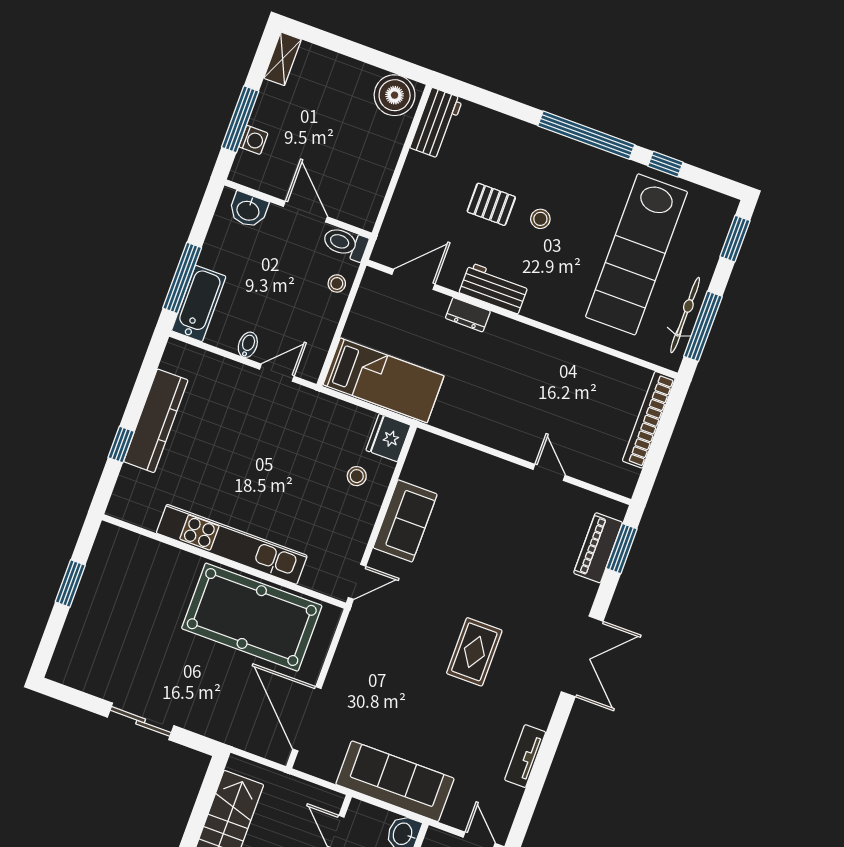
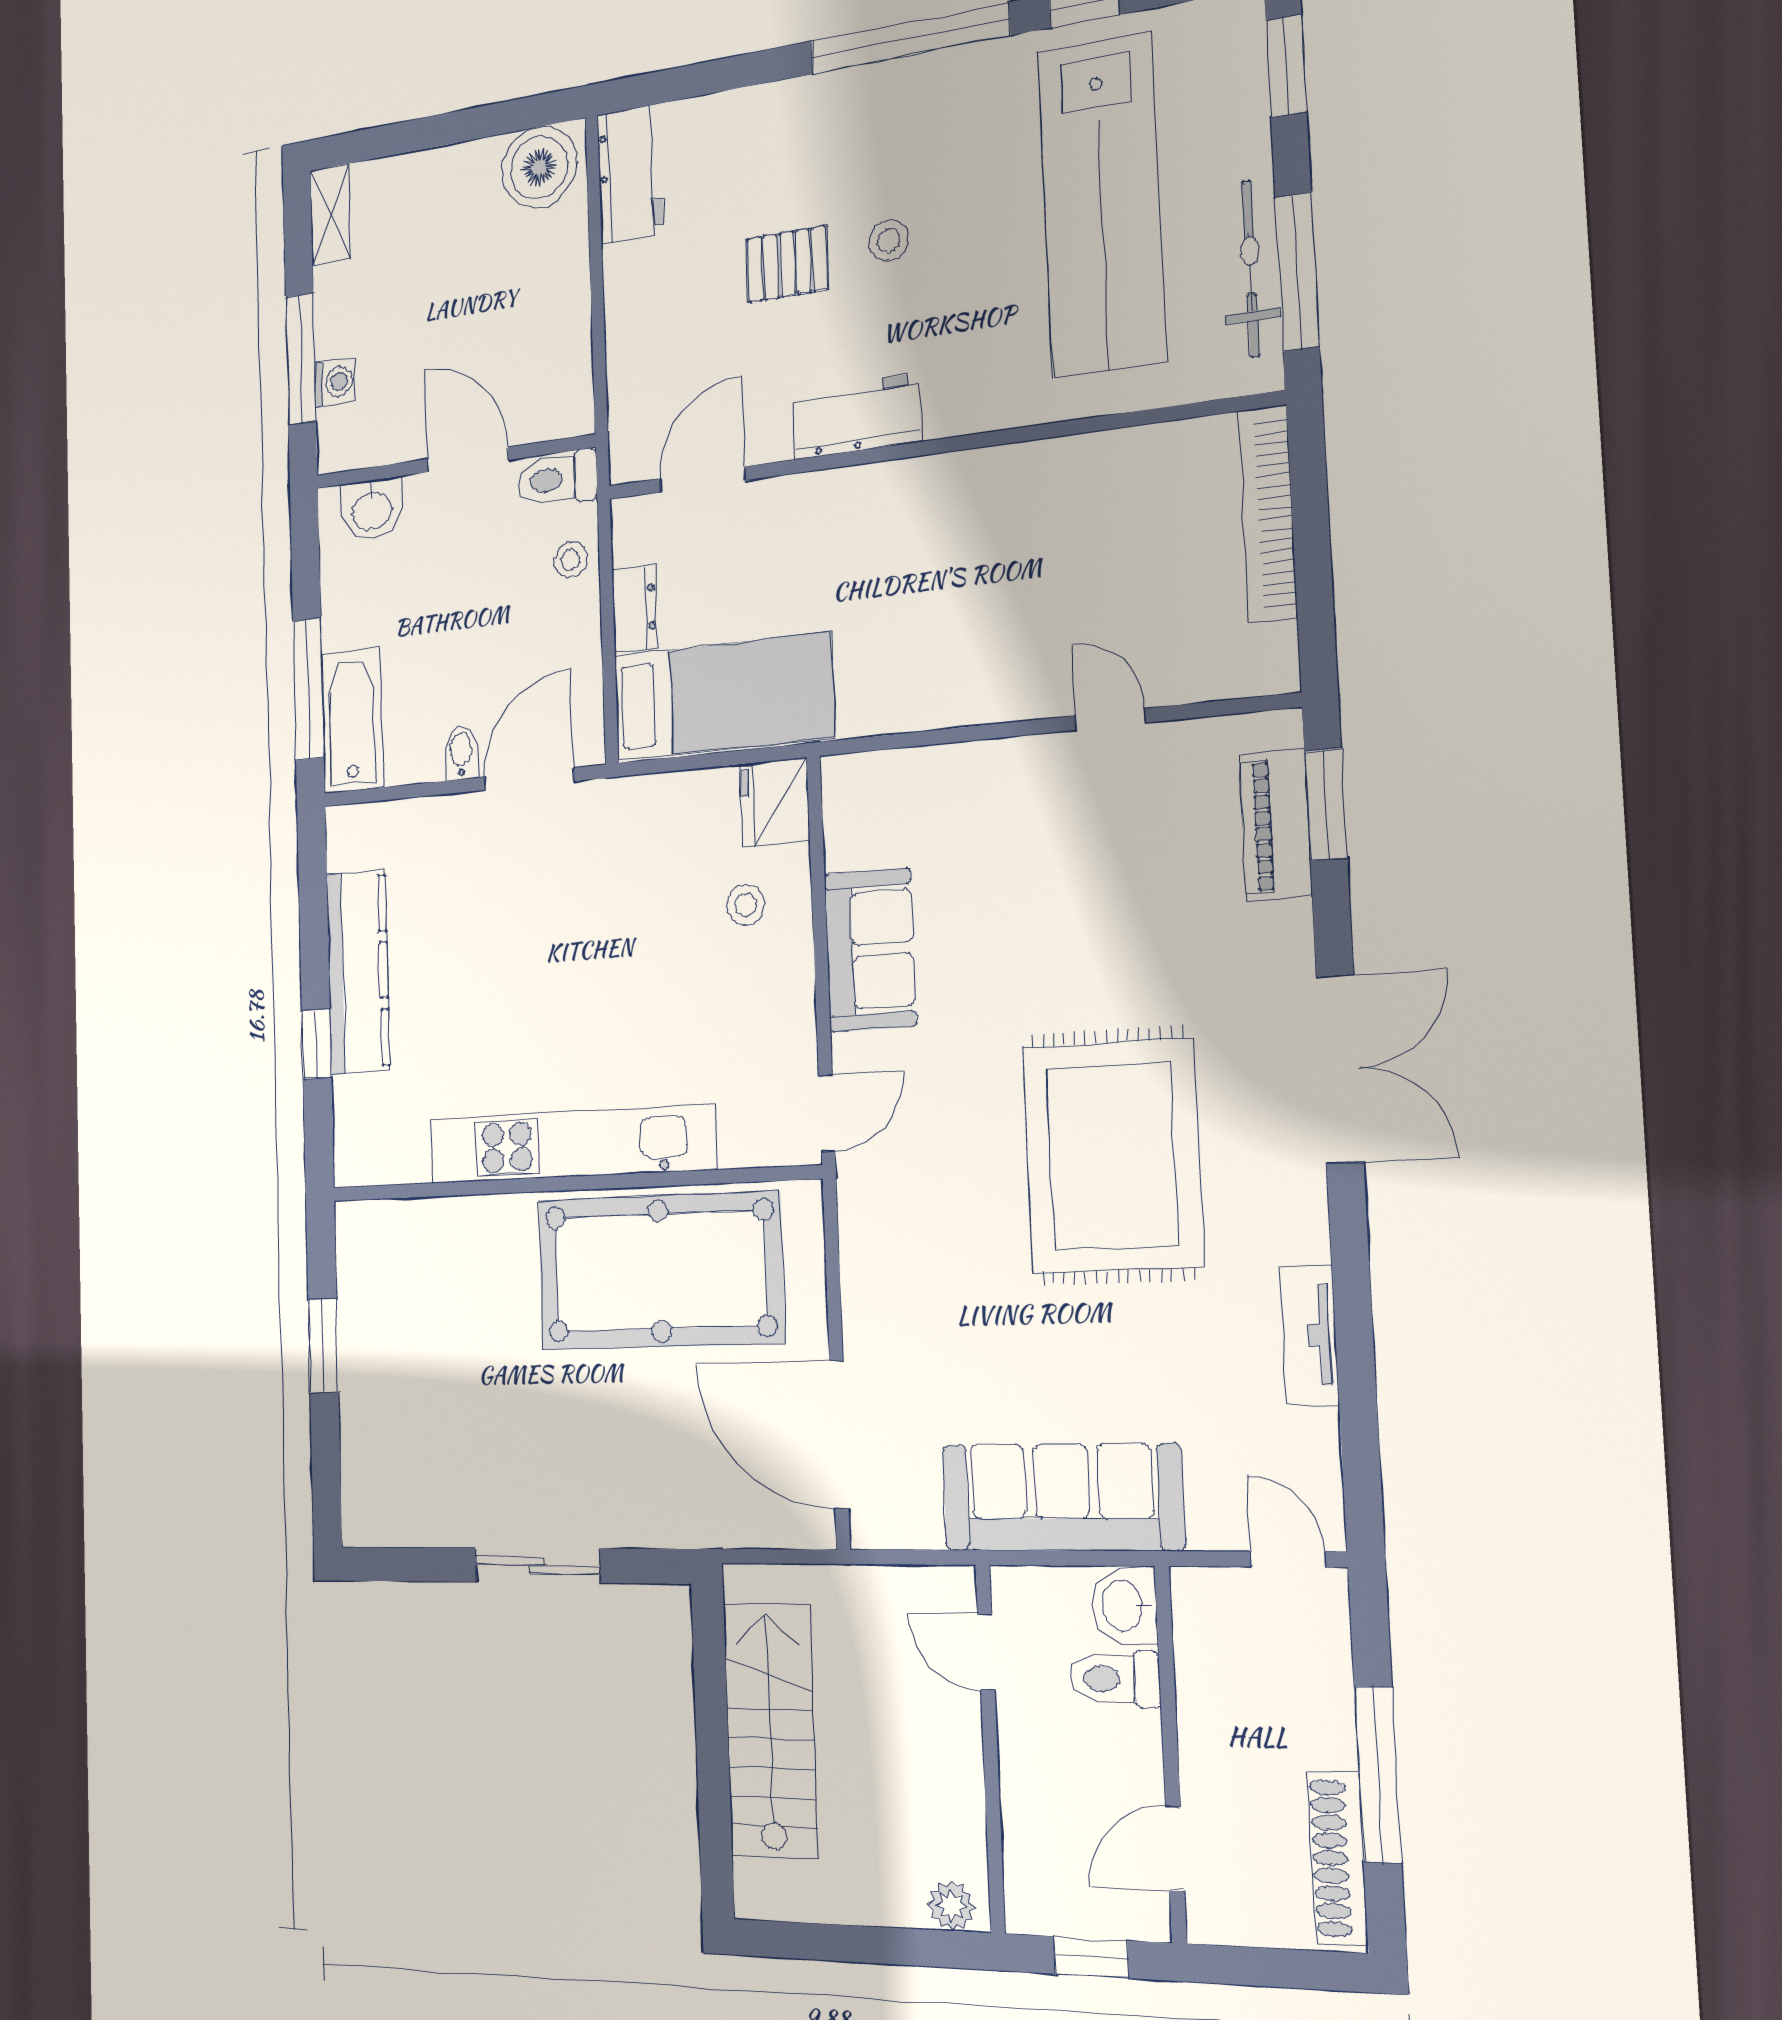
dresser: (468, 315) -> (635, 609), moved, turned -90
door: (277, 373) -> (529, 779), width x1.38
rug: (474, 652) -> (1112, 1156), width x1.86, depth x2.06

